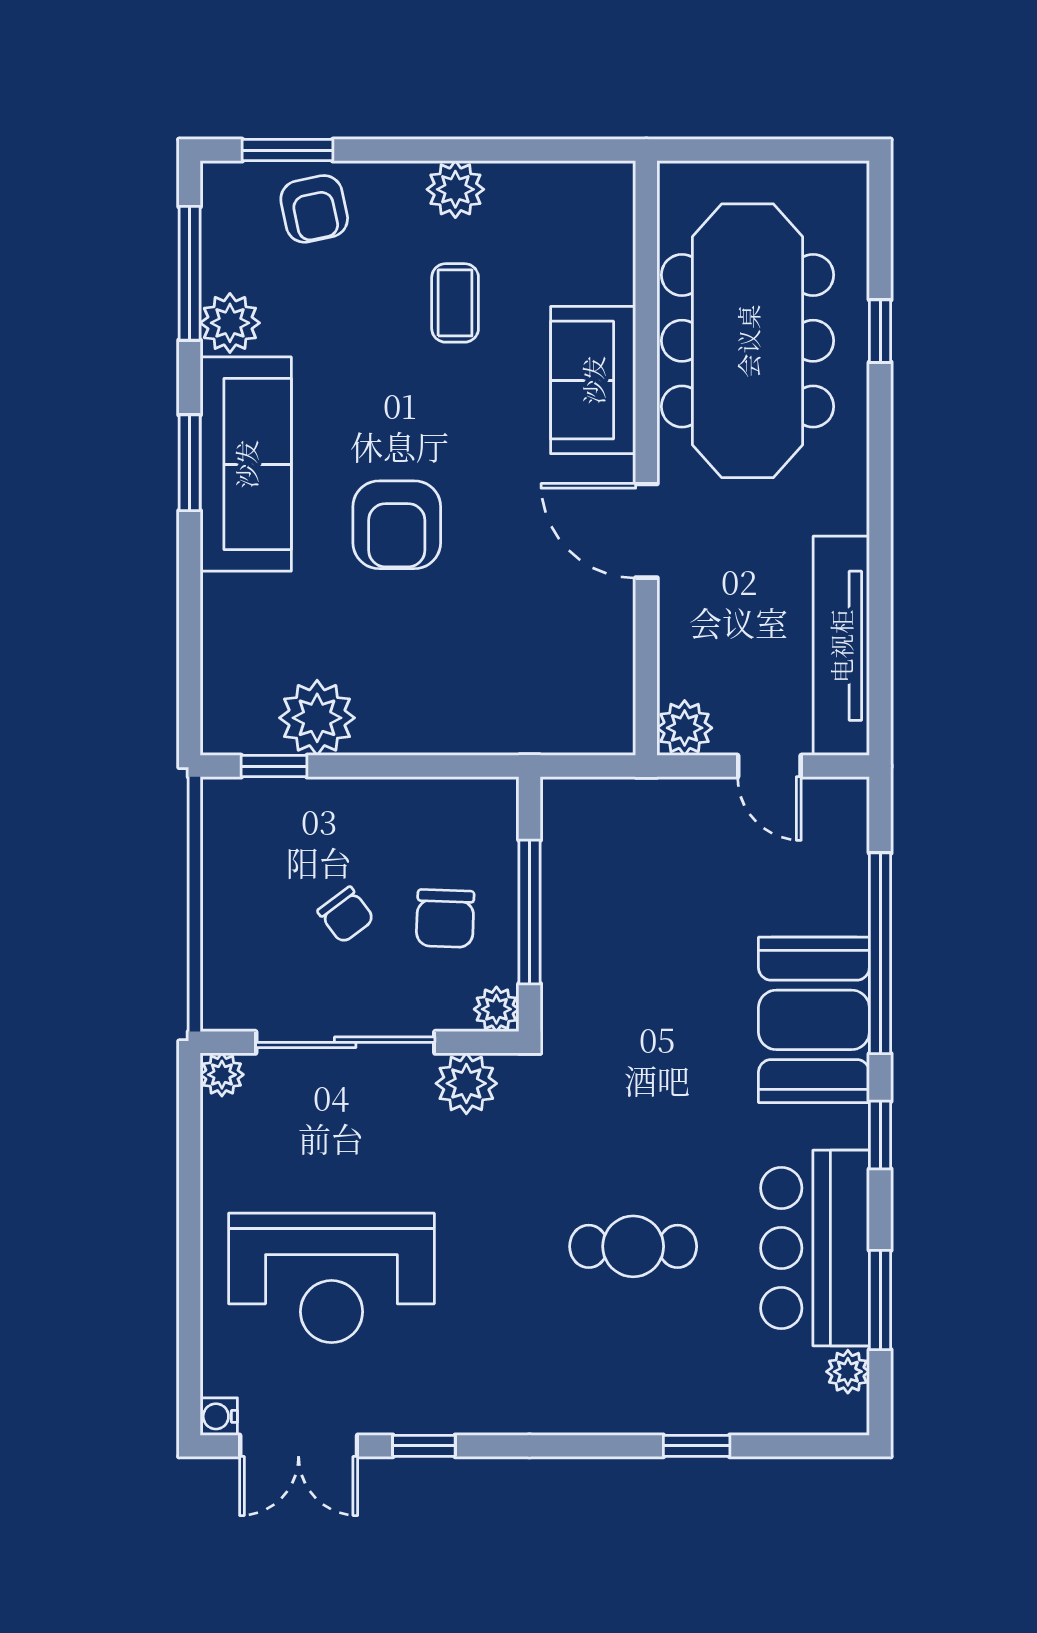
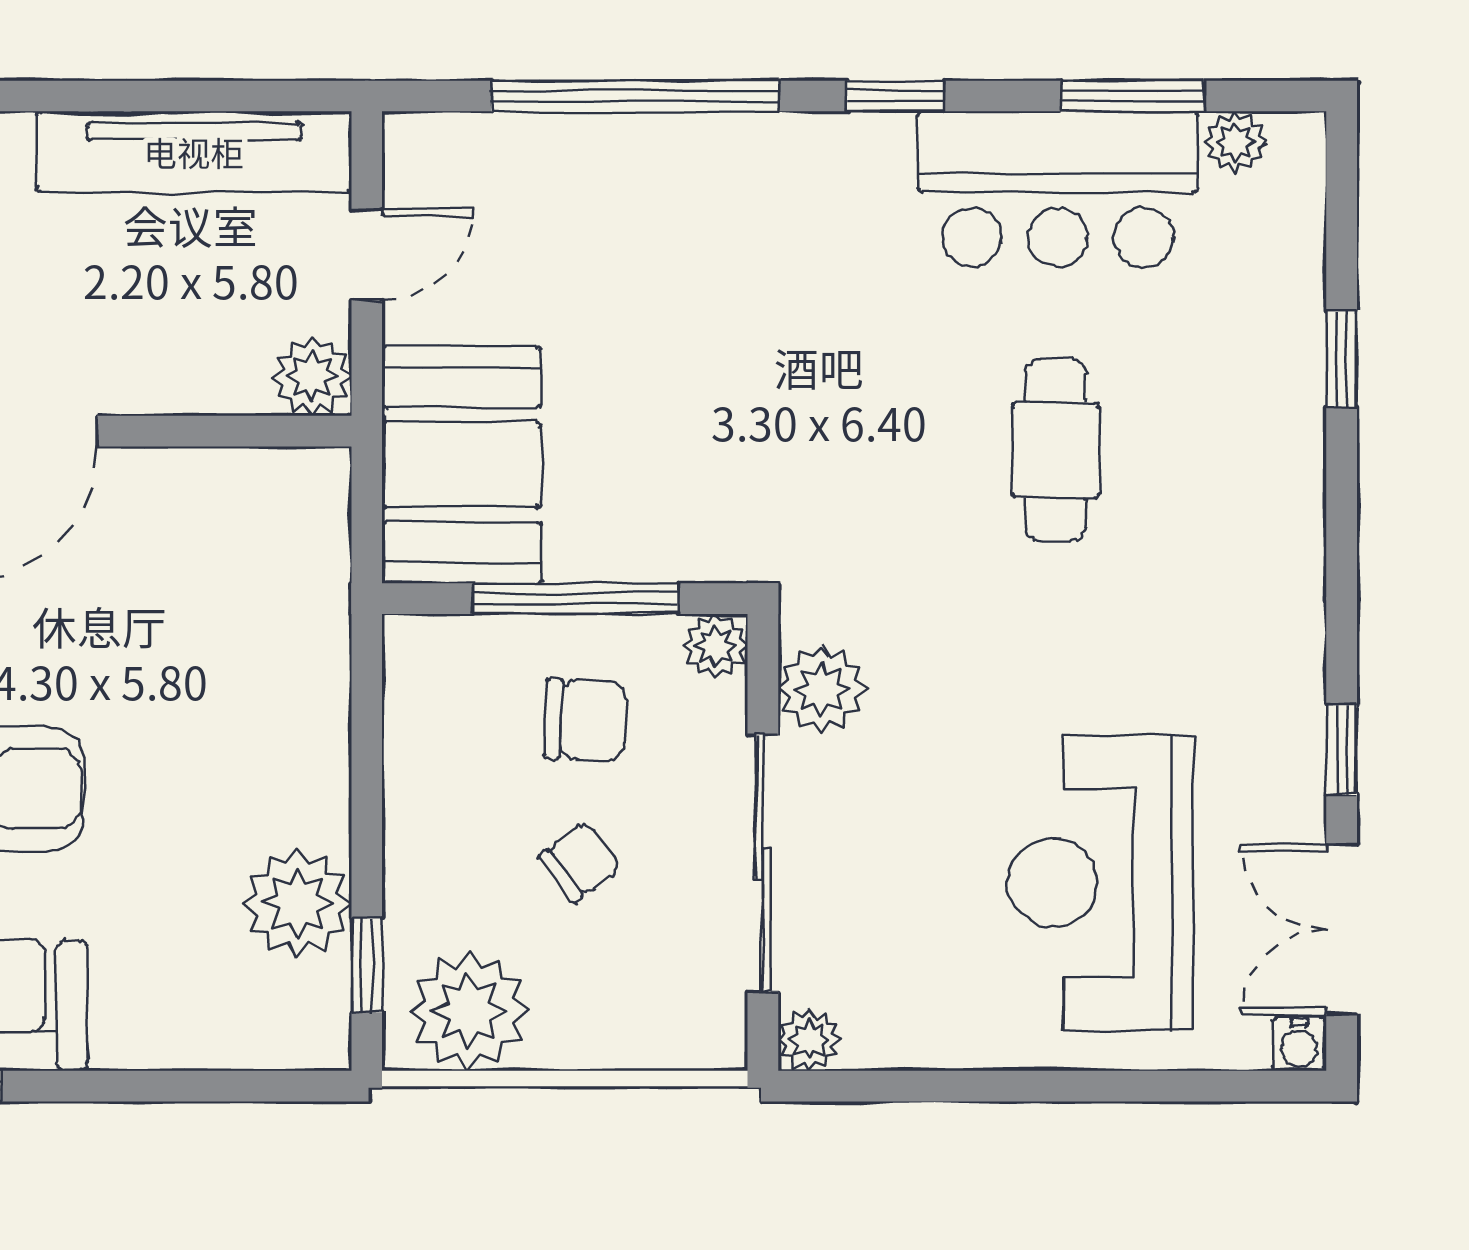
plant: (242, 837) -> (469, 1011), added
booth: (814, 1020) -> (462, 465), moved, turned 90
reception desk: (331, 1278) -> (1101, 883), turned 180
double door: (299, 1446) -> (1342, 930), swing flipped

